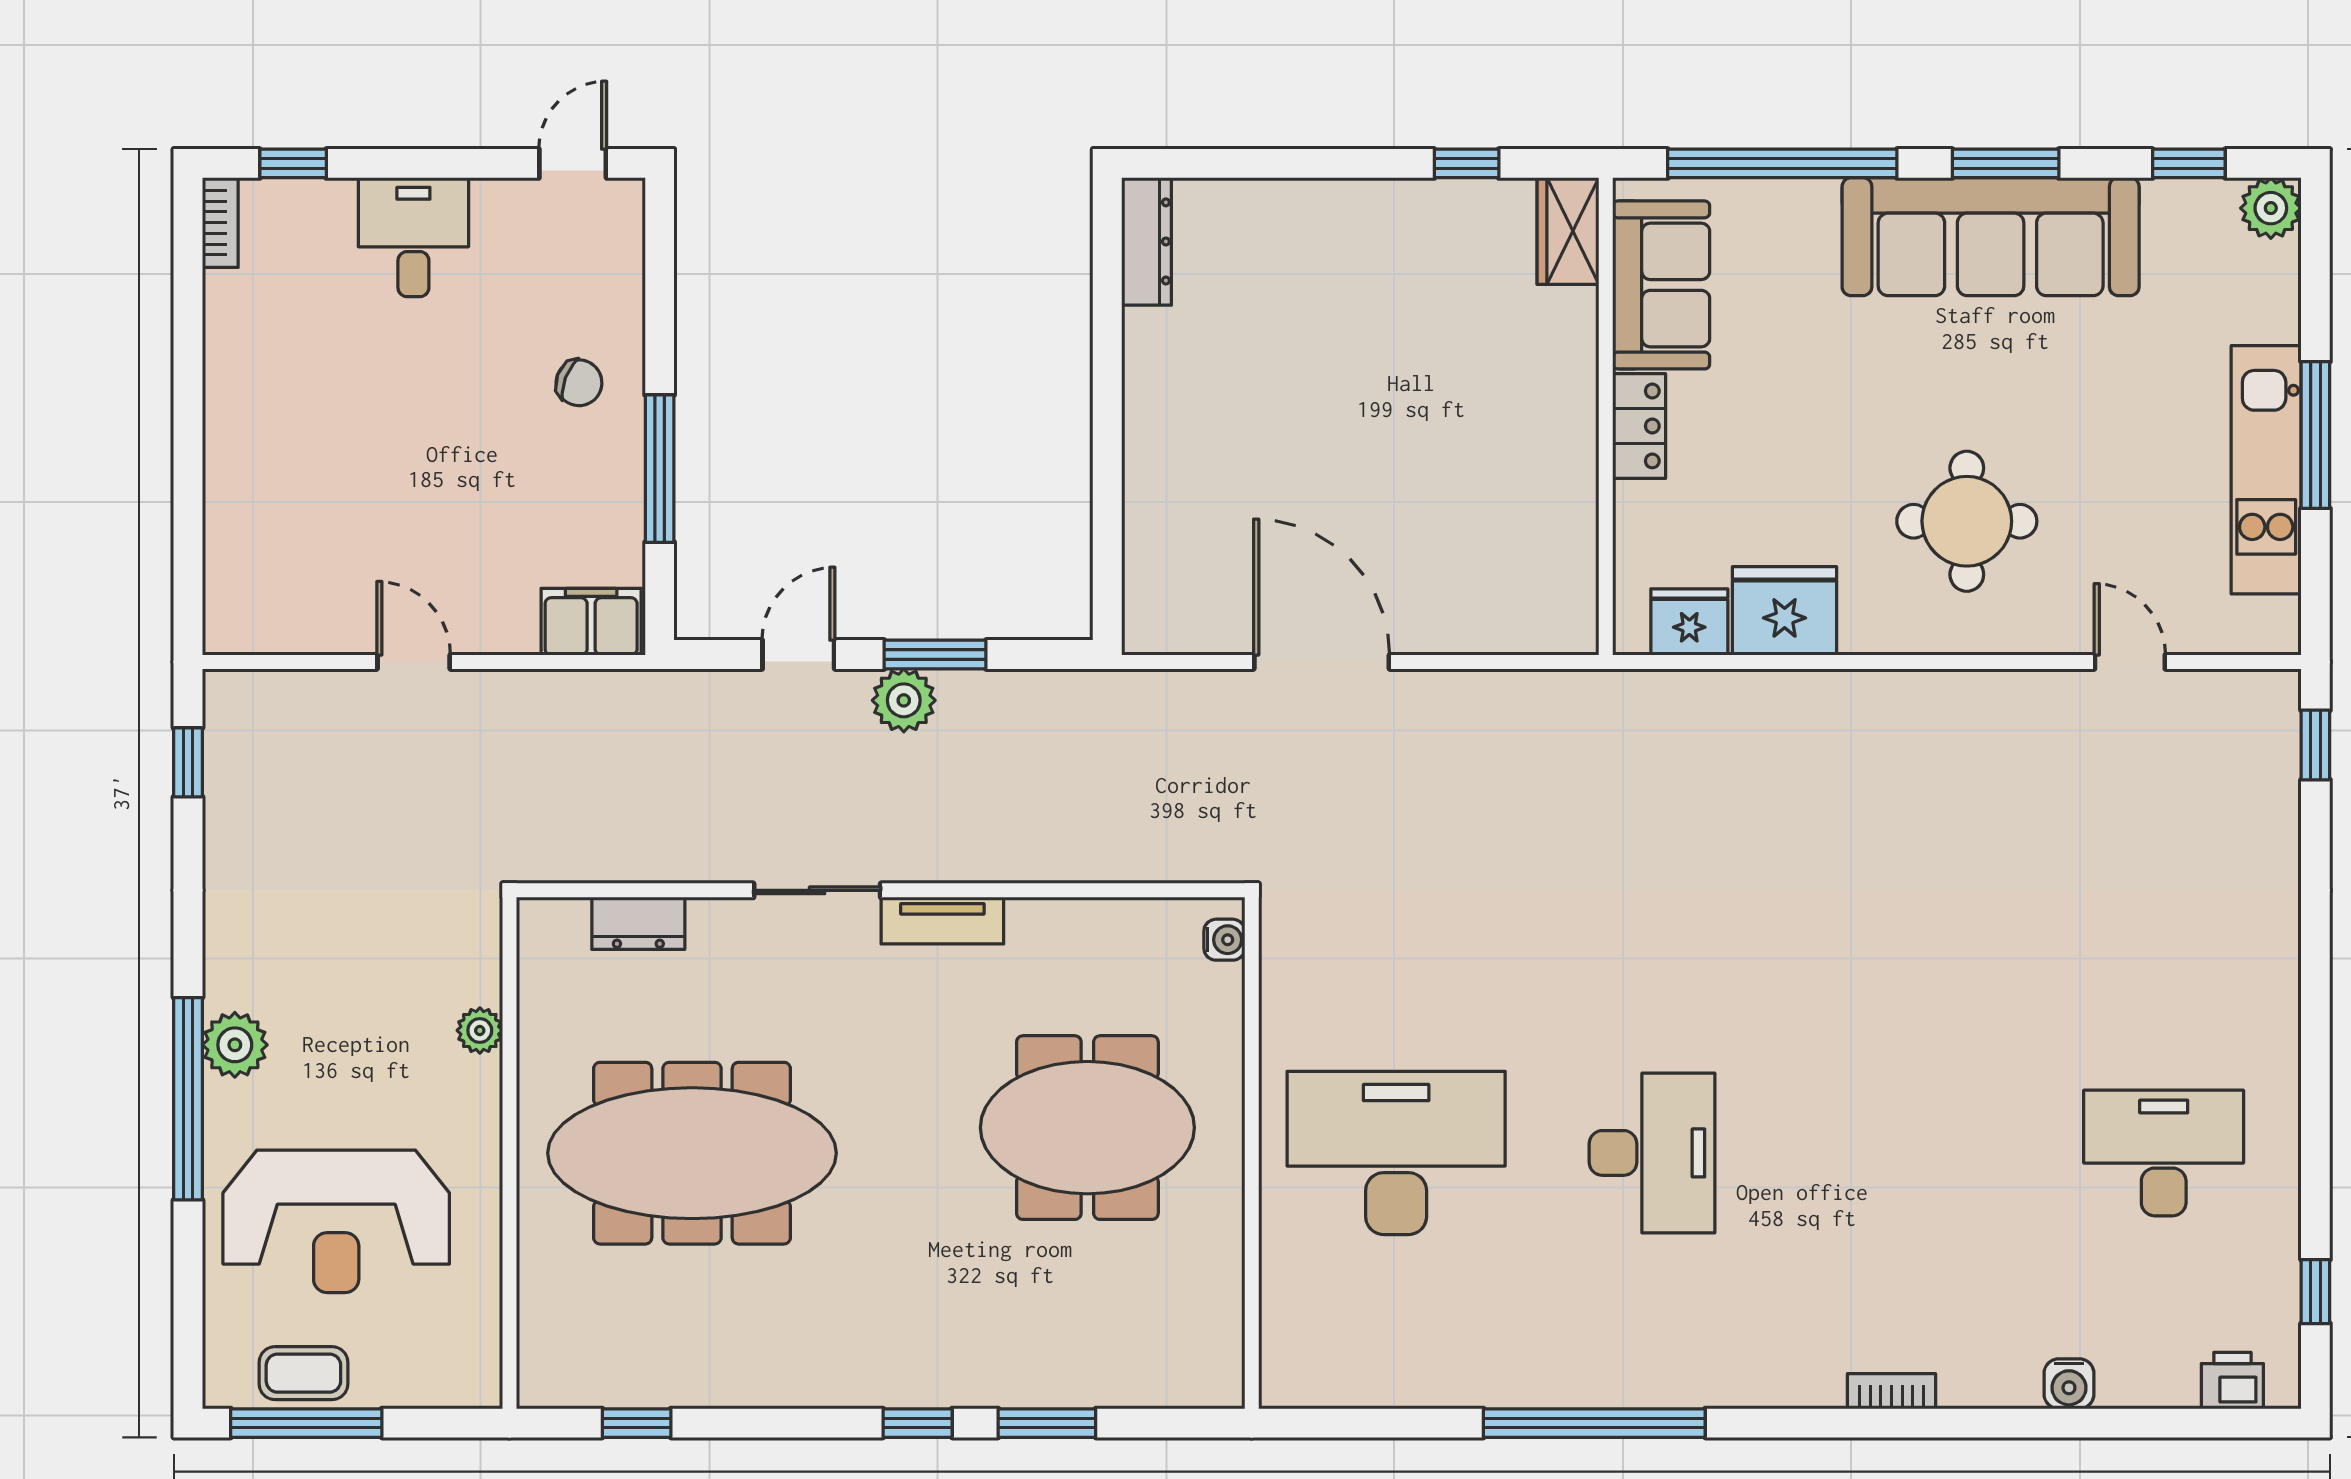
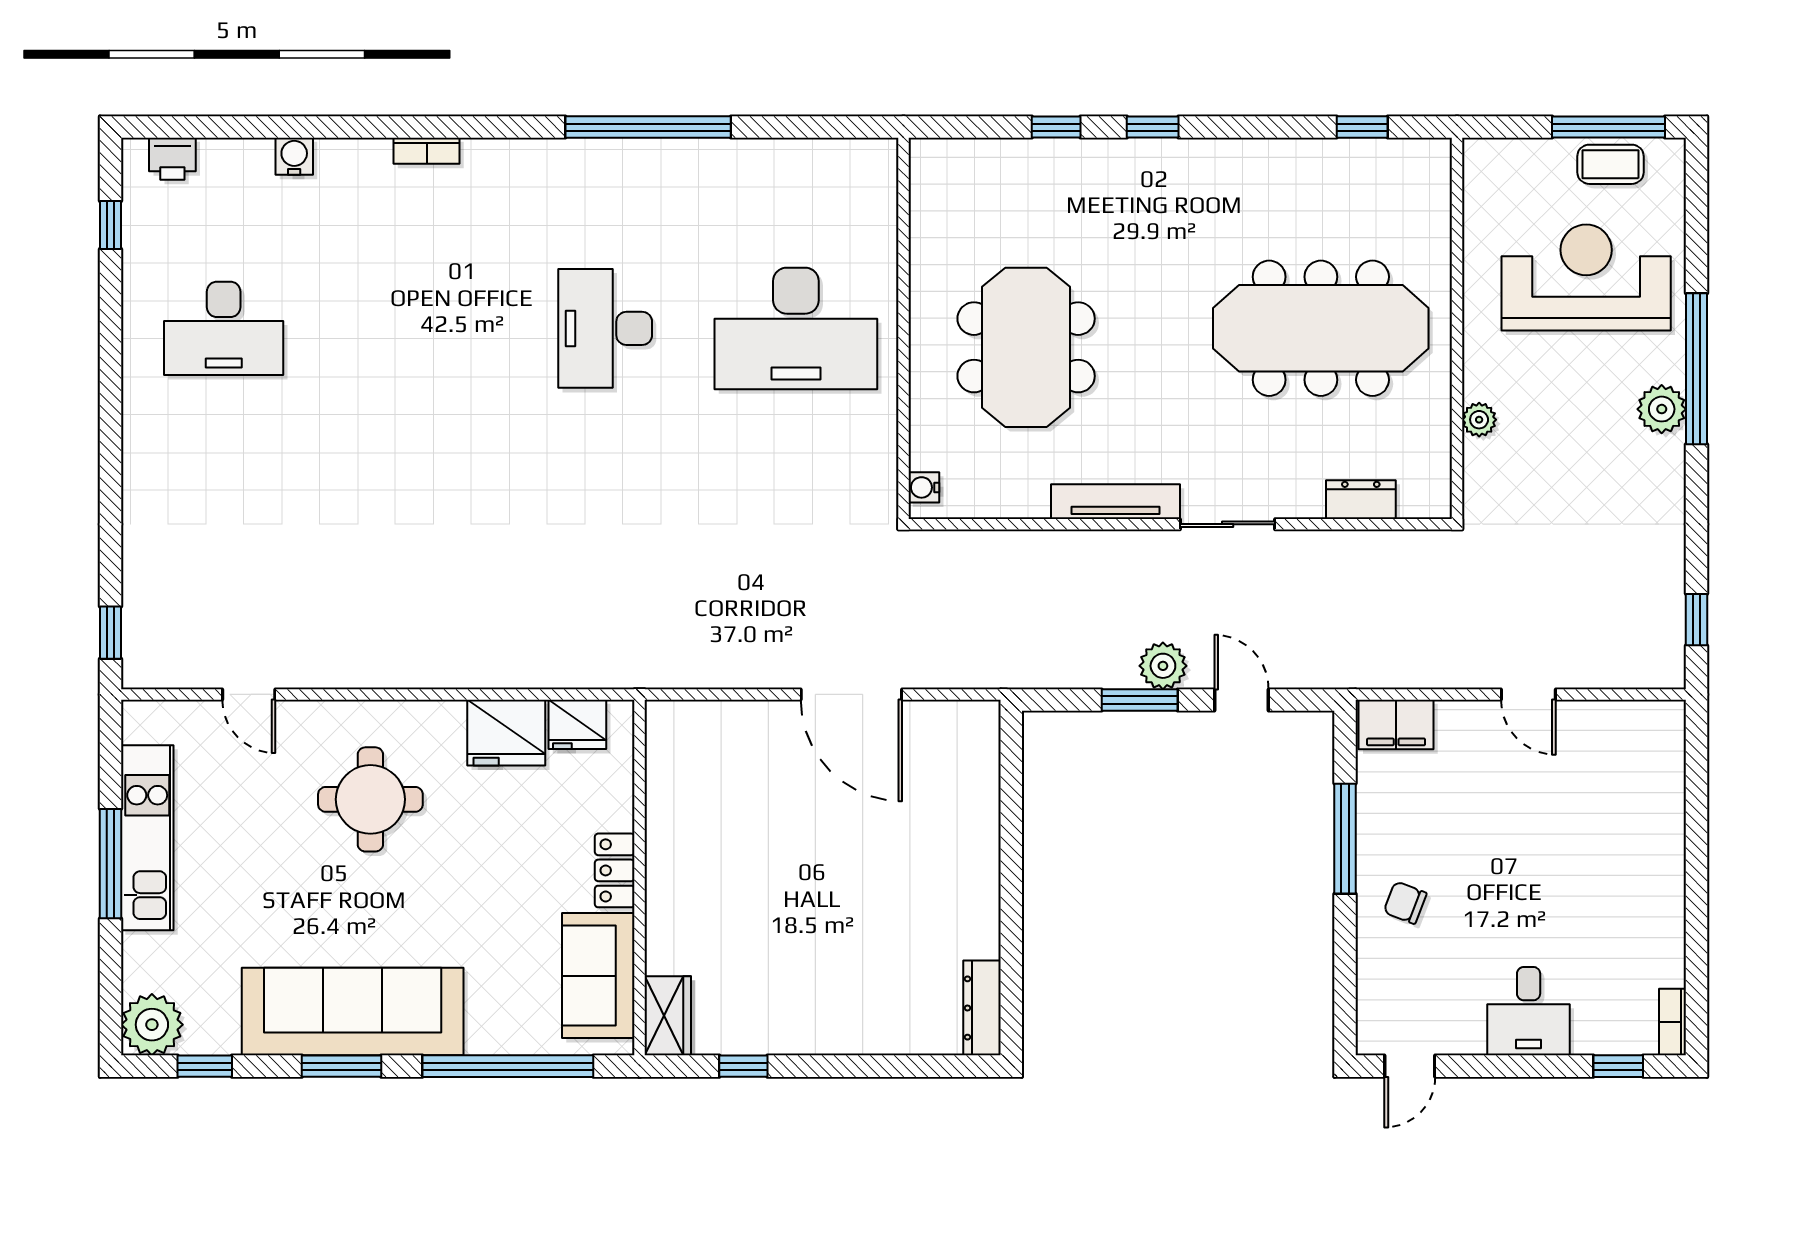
plant: (2271, 208) -> (152, 1025), width x1.36, depth x1.36
door: (798, 655) -> (1241, 700), swing flipped
tv unit: (942, 921) -> (1115, 502), width x1.41
meeting table: (1087, 1128) -> (1026, 347), turned 90
window: (1047, 1423) -> (1056, 127), width x0.67

